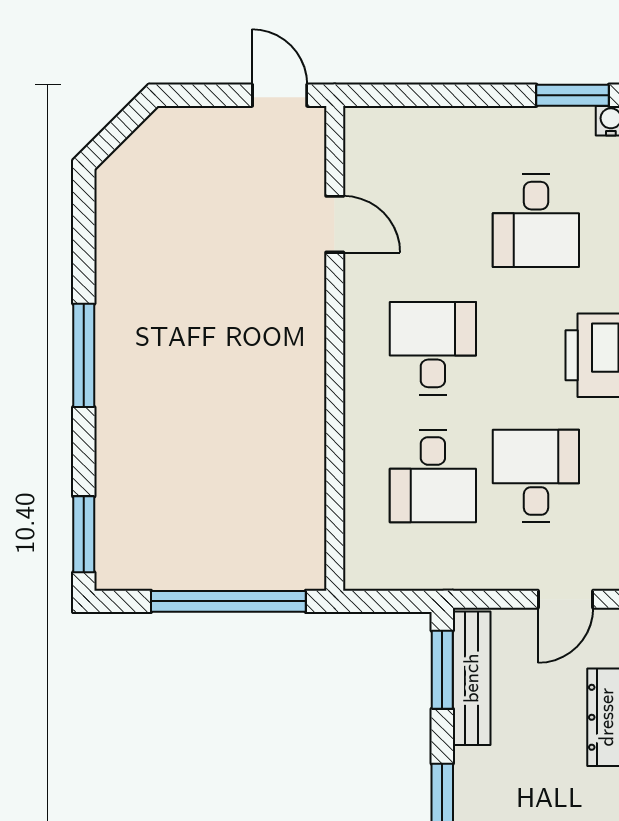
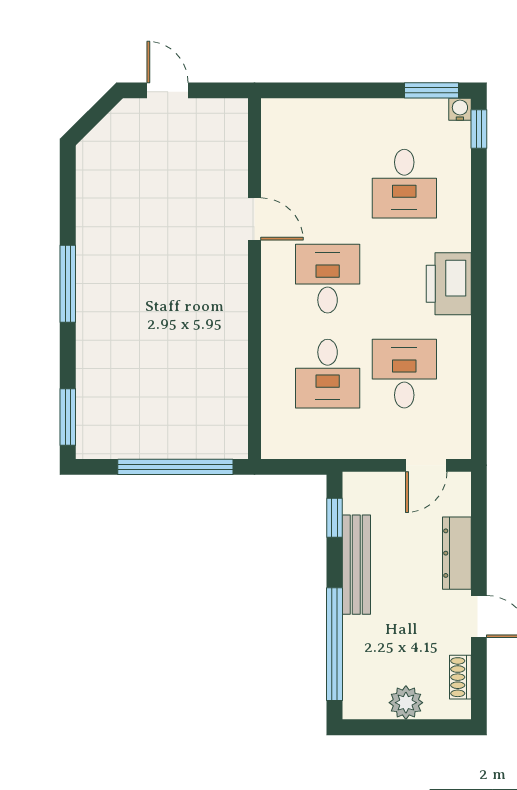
door: (280, 95) -> (168, 90), moved
door: (335, 224) -> (255, 219), moved
window: (442, 670) -> (335, 518), width x0.67
bench: (472, 678) -> (356, 565), moved

